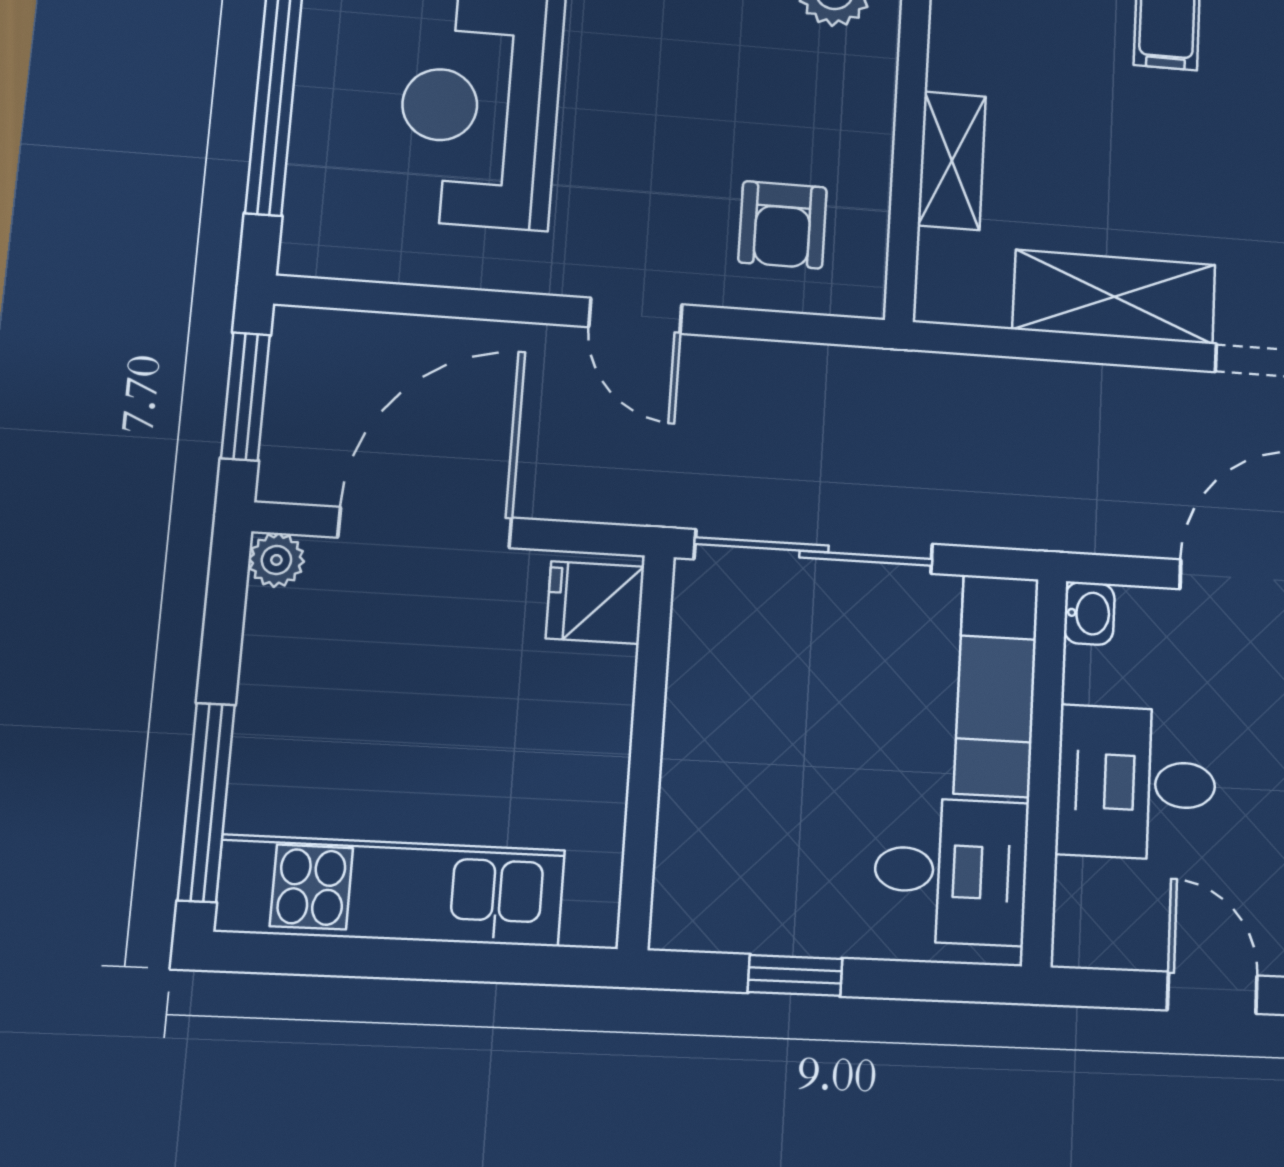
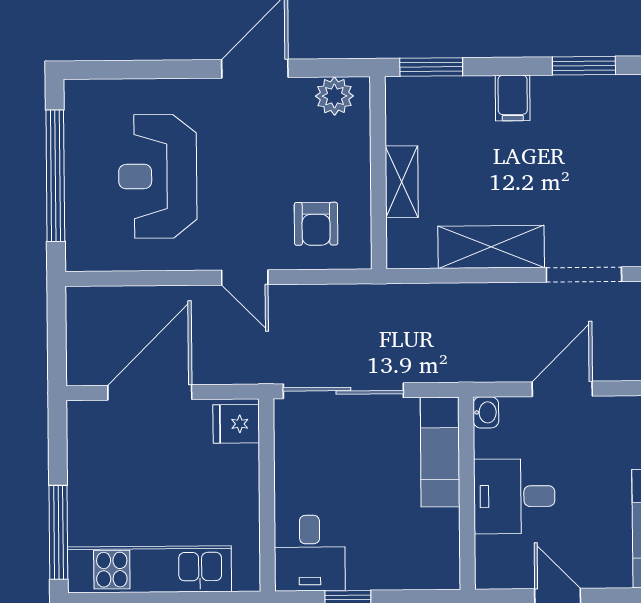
window: (246, 396) -> (57, 334), removed
plant: (276, 560) -> (80, 414), removed
desk: (951, 871) -> (310, 553), moved, turned 90

